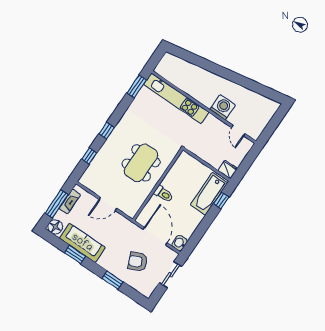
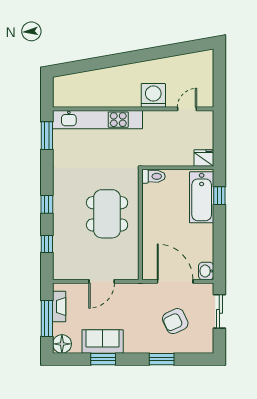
door: (238, 131) -> (187, 109), swing flipped
toilet: (164, 194) -> (153, 176), moved
sofa: (82, 243) -> (103, 341), width x0.73

